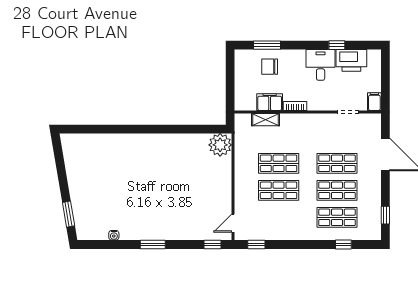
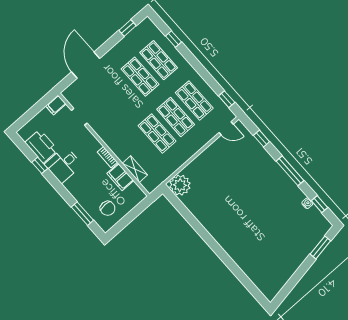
chair: (270, 67) -> (108, 208), moved
shop shelf: (337, 163) -> (194, 100), moved
window: (104, 244) -> (319, 204), added
window: (153, 244) -> (290, 171), width x1.44
window: (212, 244) -> (261, 139), moved

